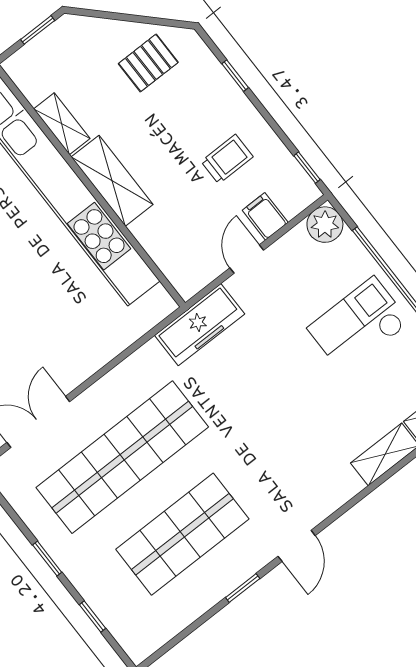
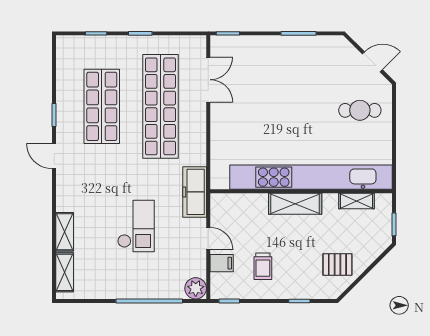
pallet: (148, 63) -> (337, 265), turned 90
shelving: (62, 124) -> (357, 201), moved
checkout: (359, 325) -> (136, 226), moved

